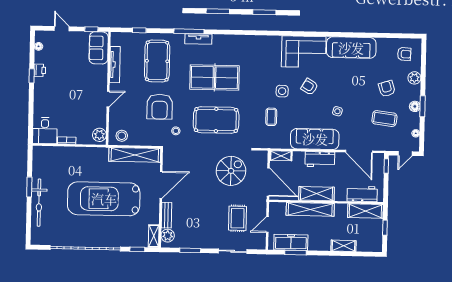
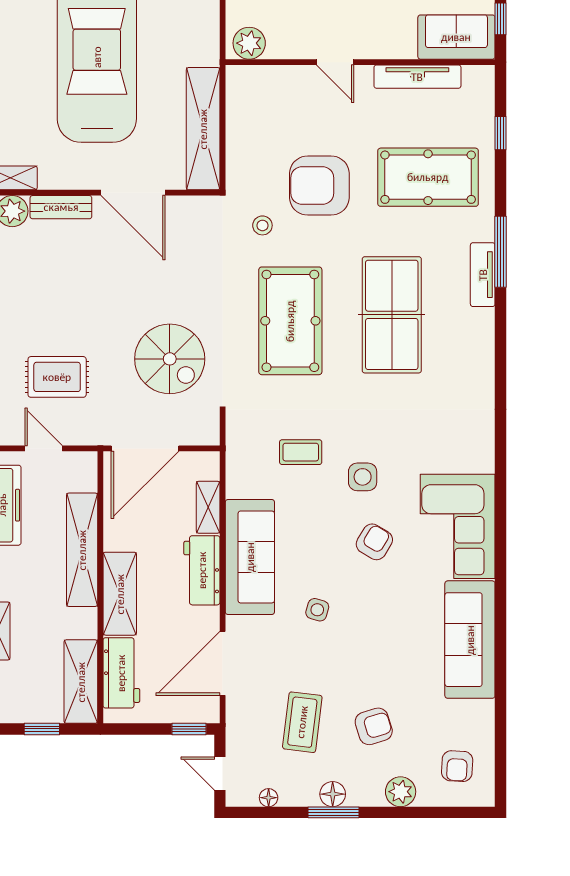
stool: (122, 136) -> (248, 97), removed
shelving: (281, 156) -> (208, 507), moved
shelving: (317, 194) -> (120, 594), moved

